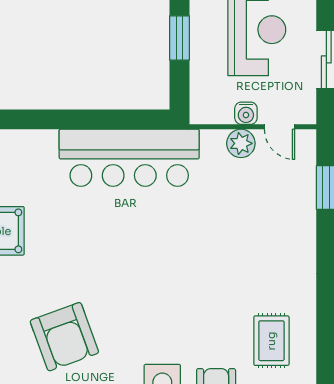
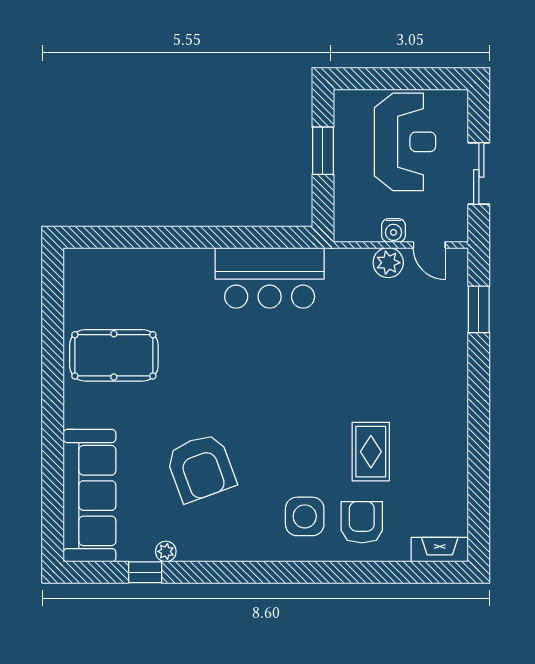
bar counter: (129, 158) -> (270, 278), width x0.73
rug: (271, 341) -> (371, 452), moved

